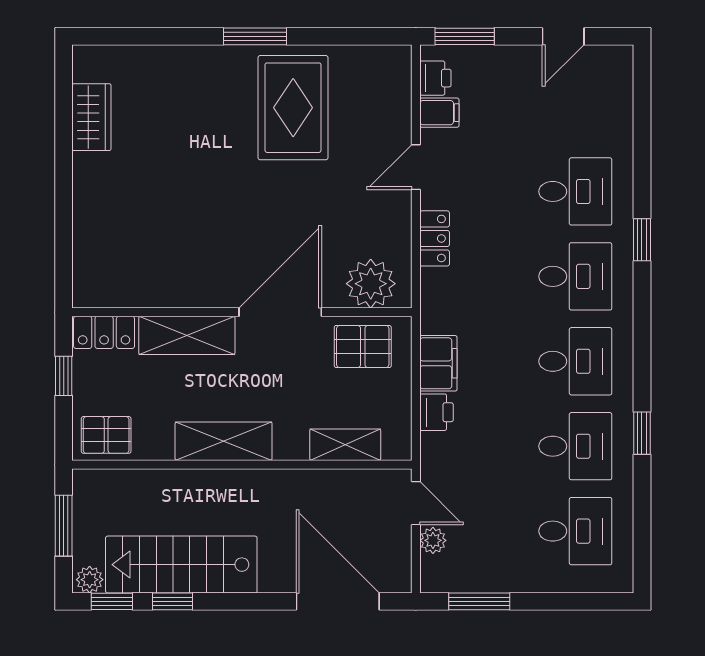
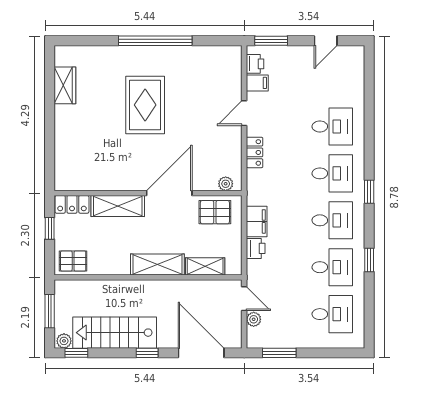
window: (255, 36) -> (155, 41), width x2.11
rug: (293, 108) -> (145, 105), moved
window: (642, 240) -> (369, 192), moved
plant: (371, 284) -> (226, 184), width x0.53, depth x0.53
shelving: (224, 441) -> (157, 264), moved
window: (172, 601) -> (147, 353), moved

